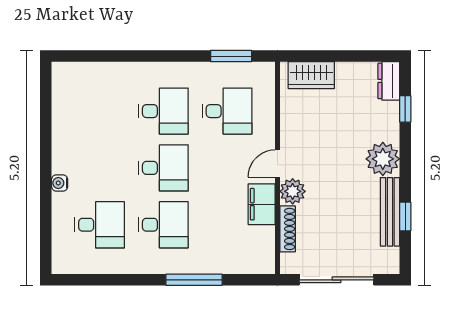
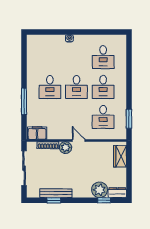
plant: (383, 159) -> (100, 190), moved
filing cabinet: (262, 204) -> (37, 133), moved
desk: (100, 225) -> (103, 57), moved

